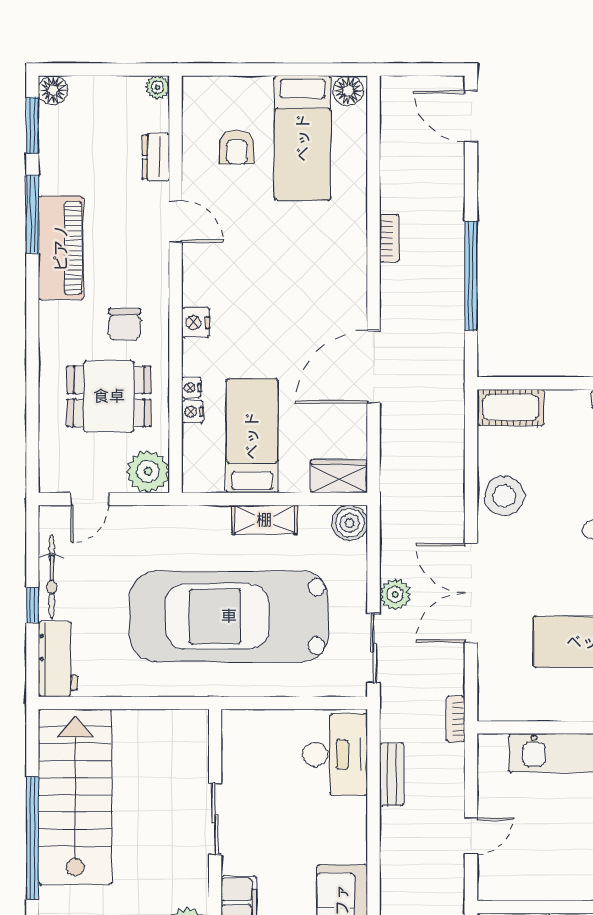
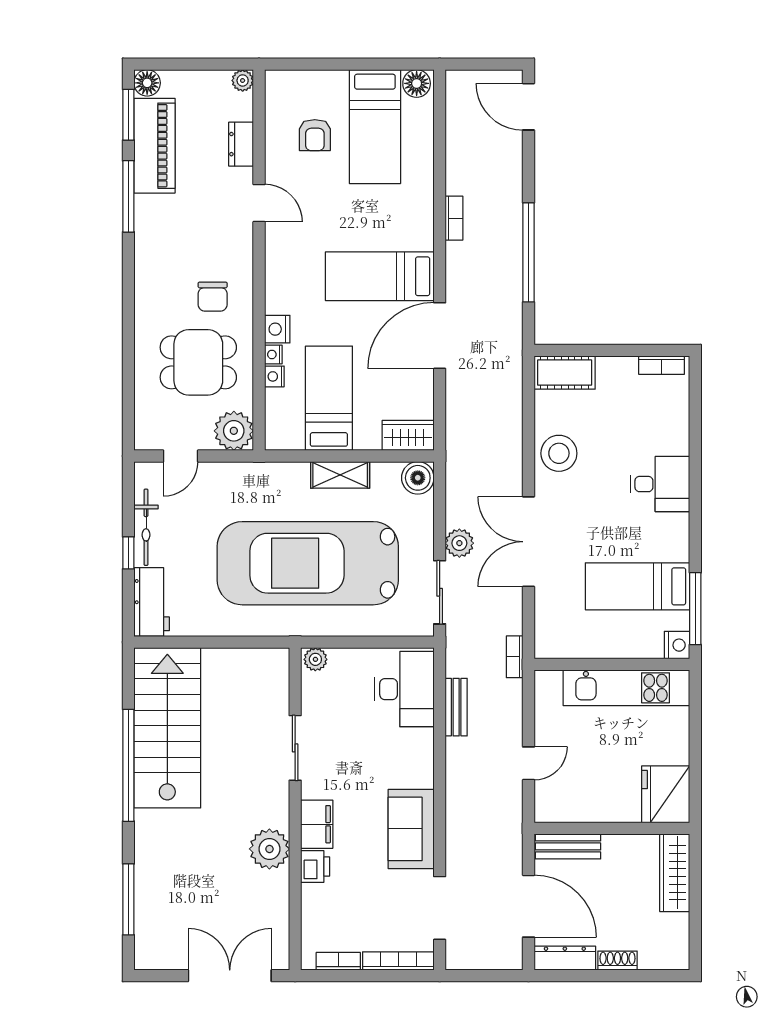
piano: (61, 248) -> (154, 146), moved
bed: (308, 302) -> (380, 276), added
nightstand: (196, 323) -> (277, 329), moved
plant: (237, 722) -> (315, 659), added

